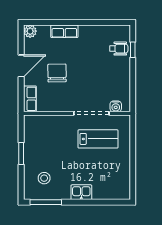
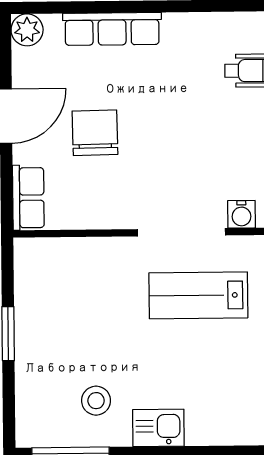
row of seats: (64, 31) -> (112, 29), width x1.48
lab bench: (98, 139) -> (198, 295), turned 180
stool: (44, 178) -> (96, 401), moved

